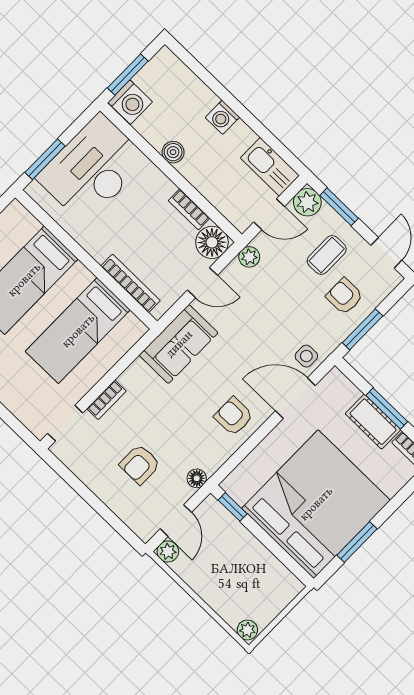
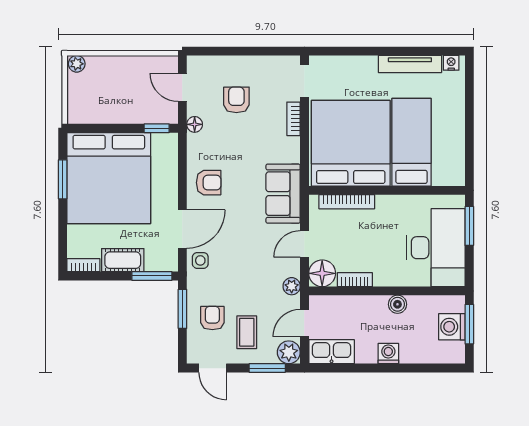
washing machine: (130, 102) -> (452, 327), moved
armchair: (344, 296) -> (212, 318), turned -90
bed: (78, 331) -> (351, 143), width x2.04
window: (387, 408) -> (152, 276), moved
plant: (168, 551) -> (169, 64), removed

